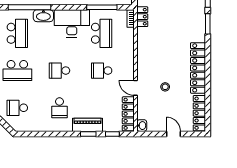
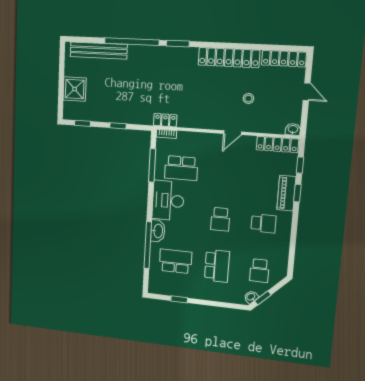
school desk: (102, 33) -> (181, 168), turned 180
school desk: (102, 71) -> (224, 172), removed
door: (136, 88) -> (233, 133), moved
door: (173, 134) -> (307, 92), swing flipped

